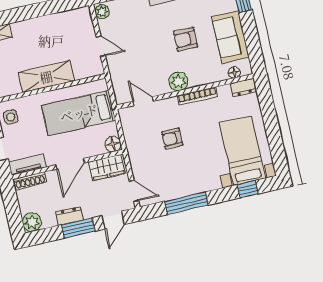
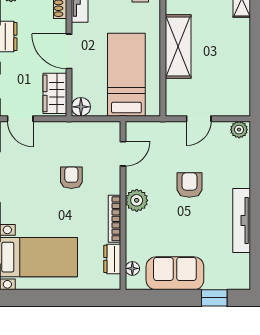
armchair: (186, 39) -> (189, 185), moved
dresser: (243, 87) -> (112, 259), moved
door: (134, 191) -> (20, 119), hinge flipped

